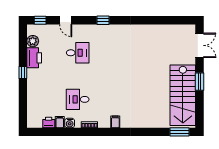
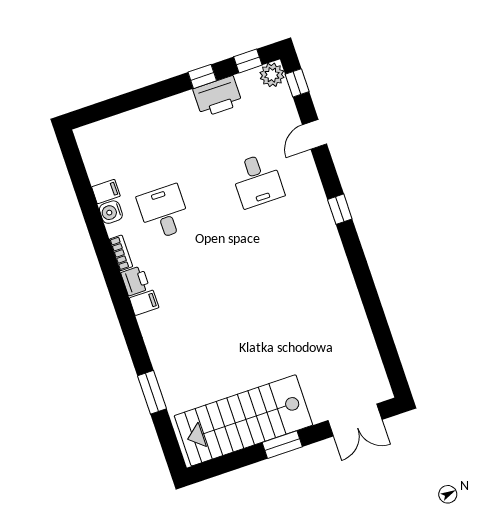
window: (23, 39) -> (248, 61), added
plant: (33, 41) -> (272, 75), moved
window: (23, 72) -> (202, 76), moved
printer: (49, 123) -> (135, 281), moved
window: (179, 132) -> (152, 392), moved

